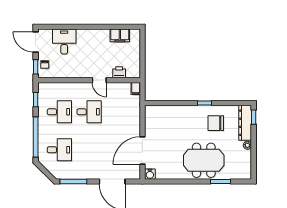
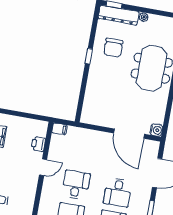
desk: (89, 150) -> (118, 192), added

